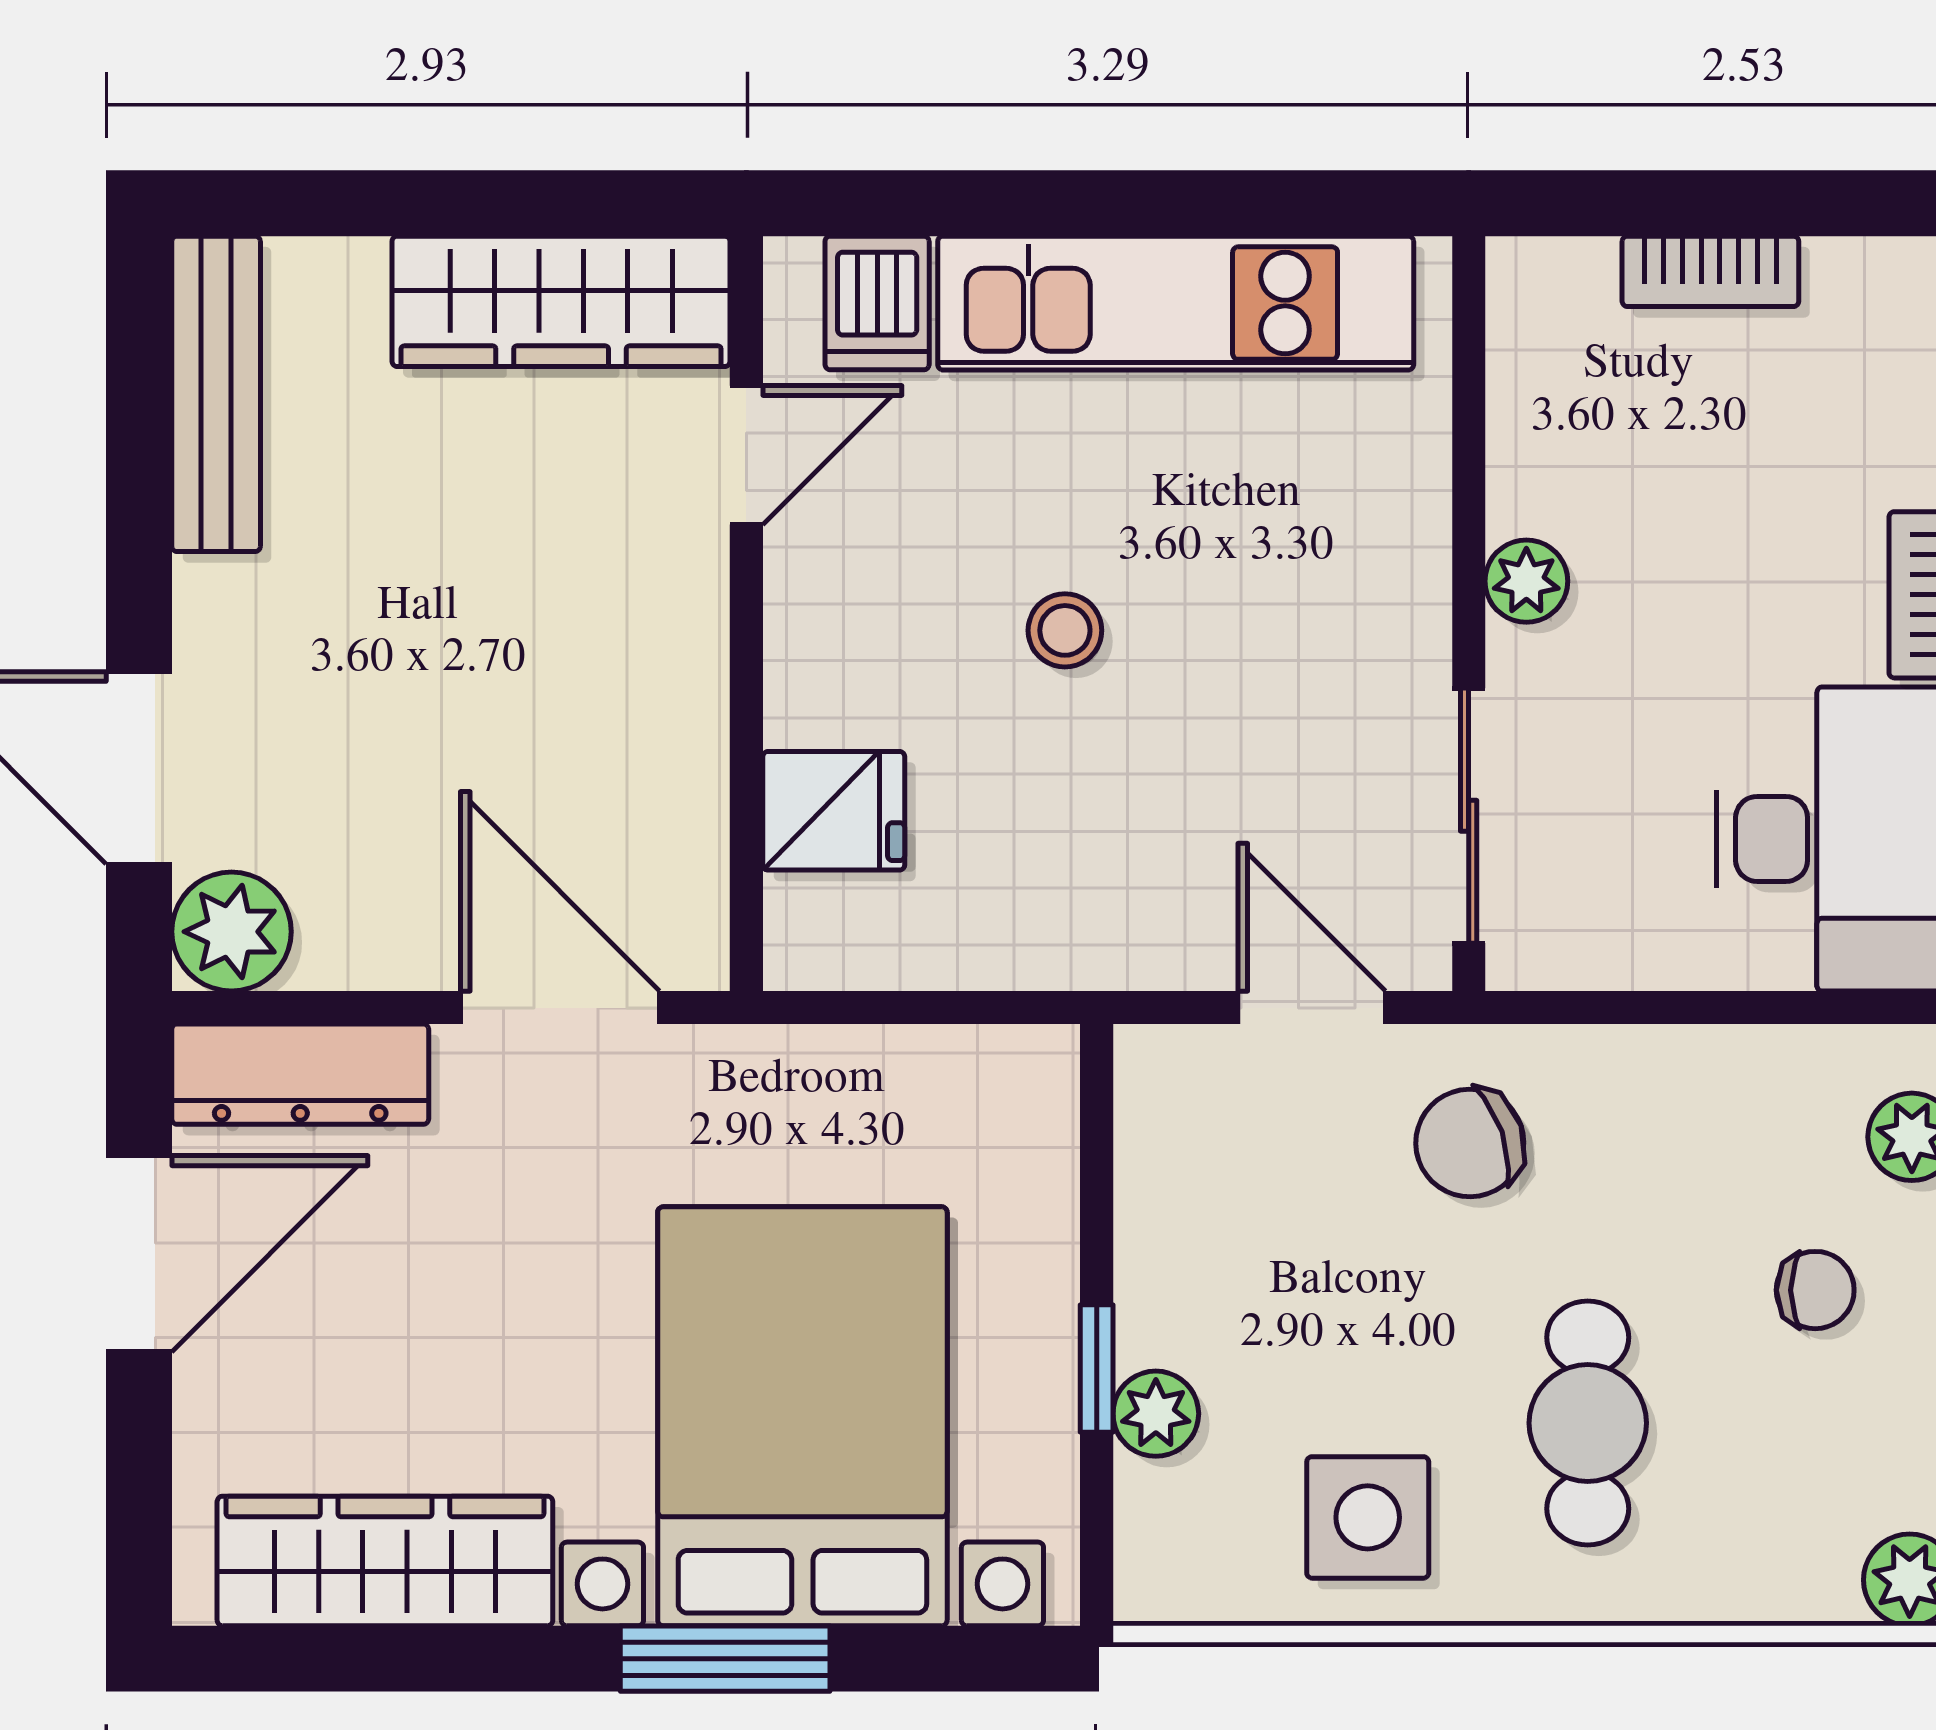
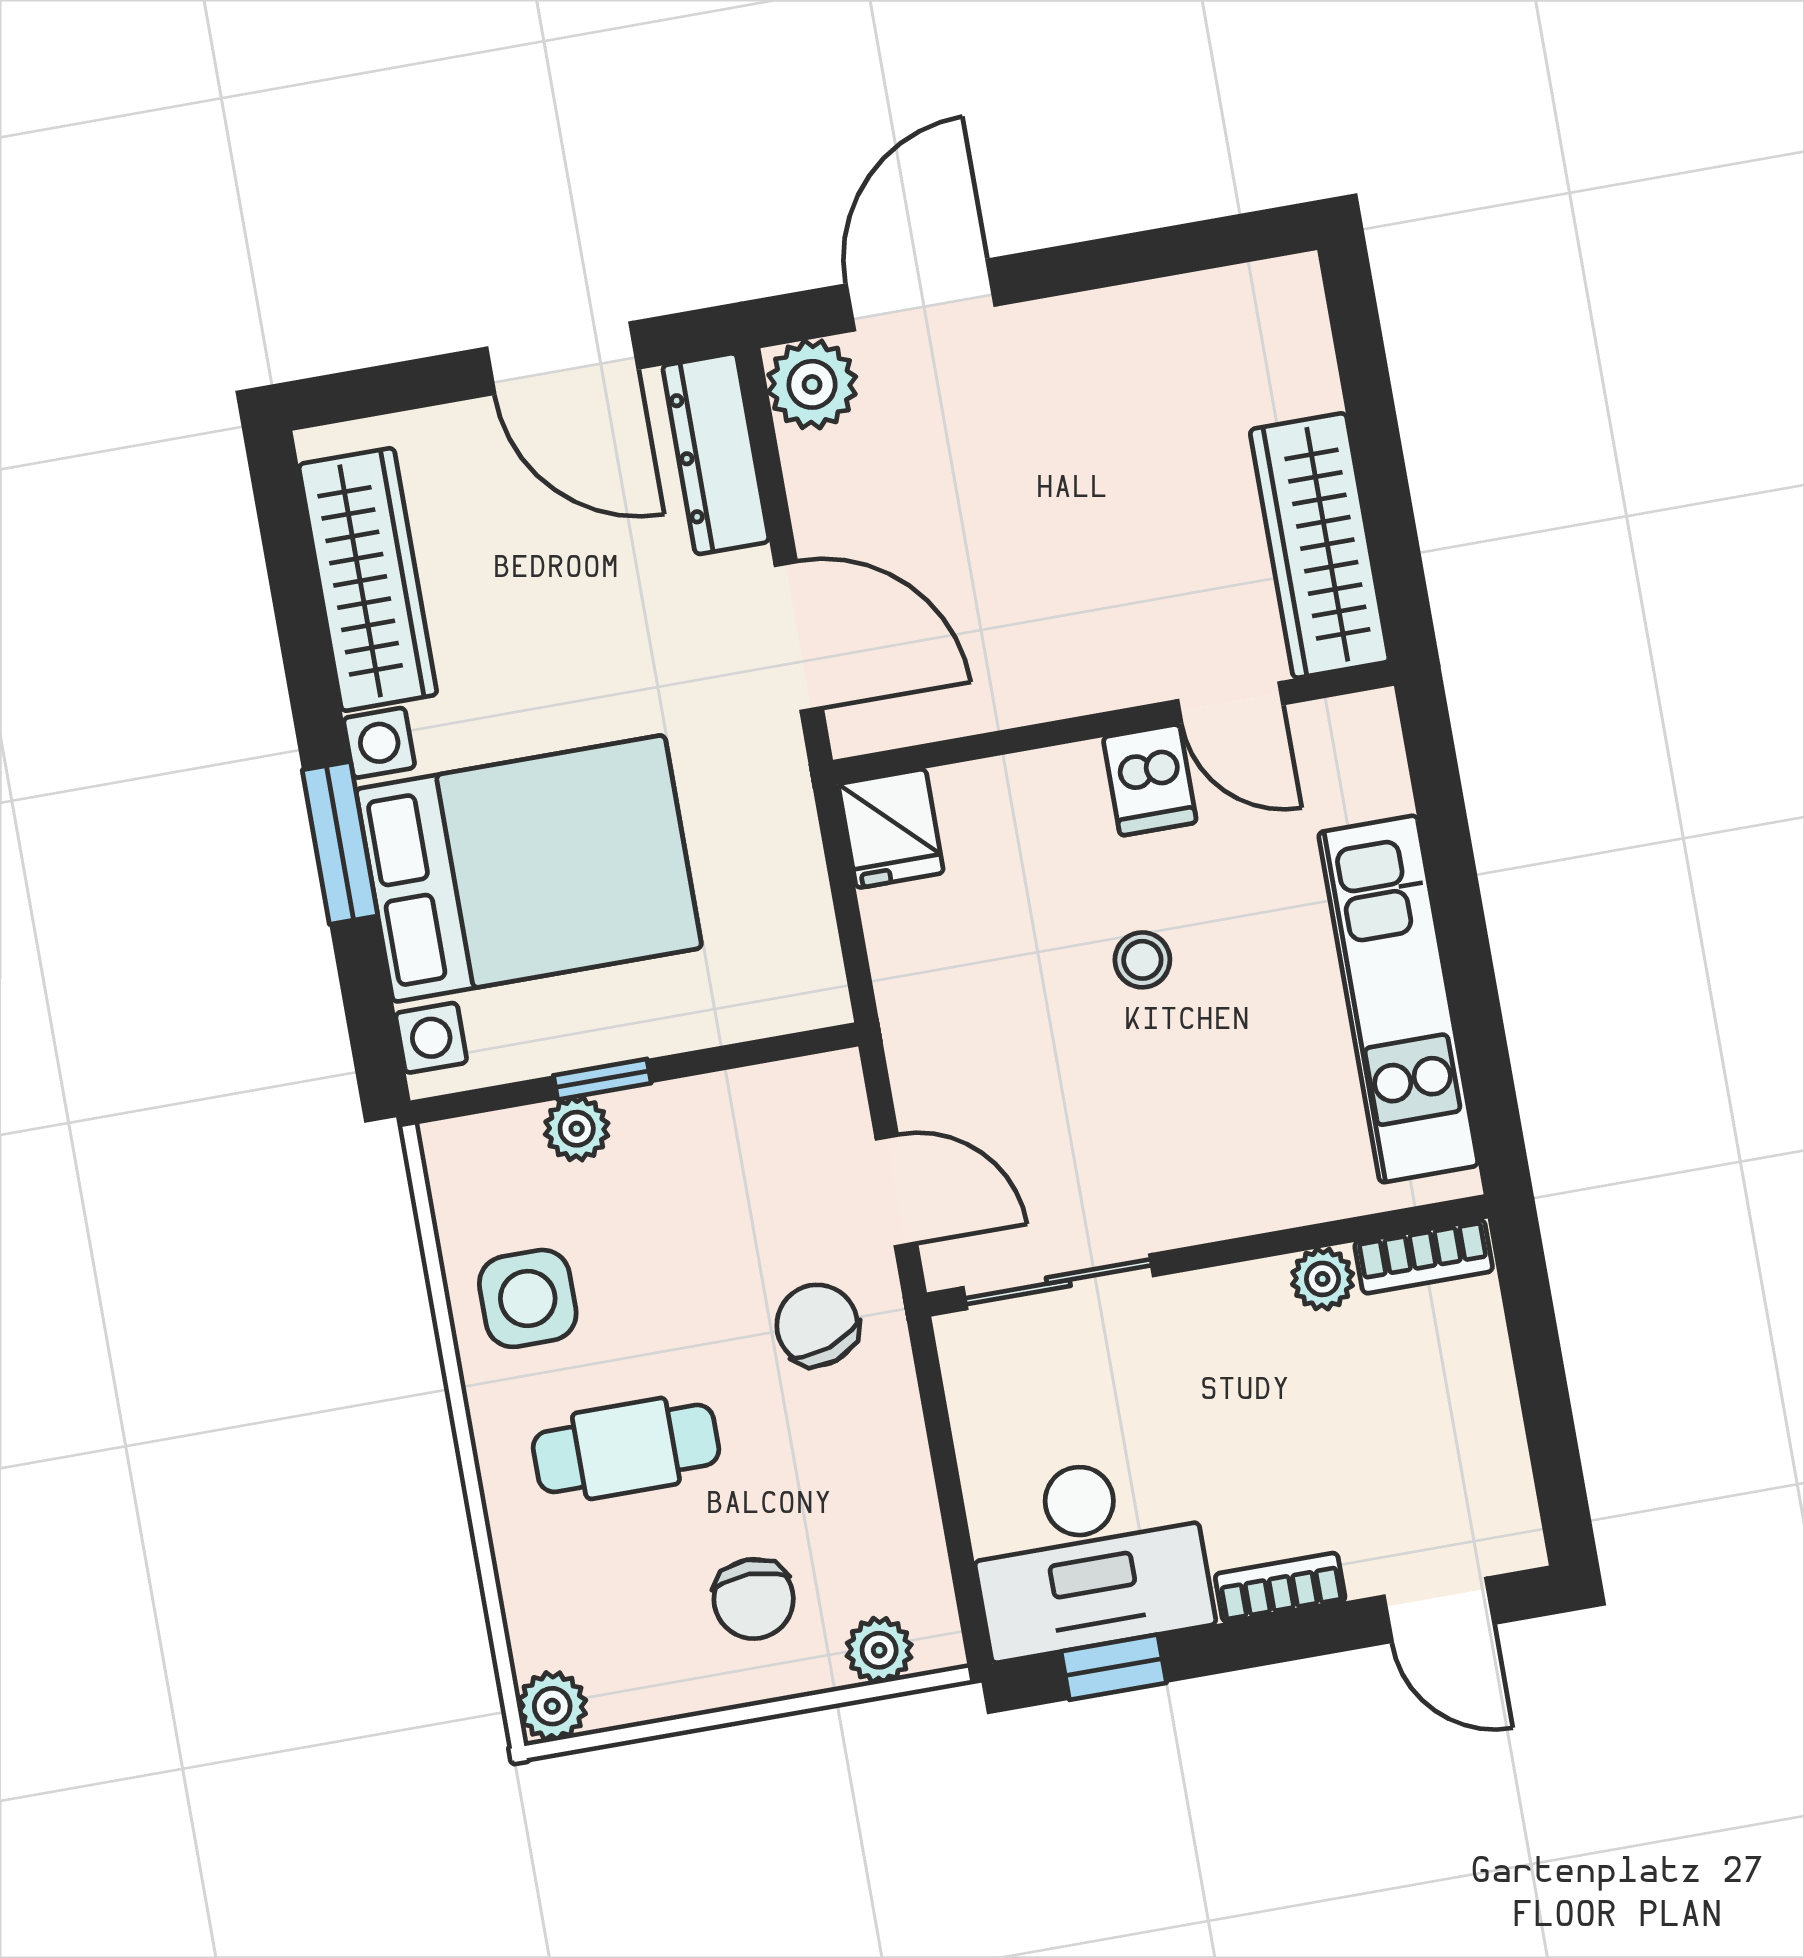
bookcase: (1710, 271) -> (1424, 1257), moved, turned -90
dishwasher: (877, 303) -> (1150, 780), moved, turned -90
bench: (216, 394) -> (1206, 303), removed
plant: (1526, 581) -> (1323, 1279), moved
fridge: (834, 811) -> (891, 828), moved
door: (560, 1008) -> (799, 637), hinge flipped
door: (1312, 1008) -> (896, 1191), hinge flipped
chair: (1815, 1290) -> (754, 1599), width x1.37, depth x1.37

